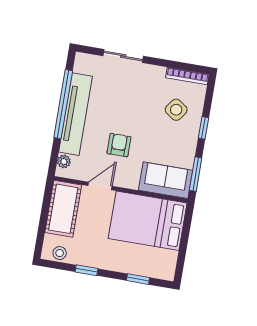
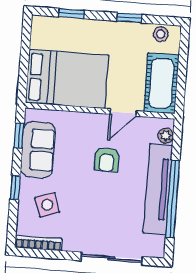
sliding door: (123, 56) -> (111, 259), width x1.37
side table: (176, 110) -> (47, 205), turned 37
window: (196, 174) -> (19, 136), width x0.67
sofa: (166, 180) -> (38, 150), moved, turned -90

